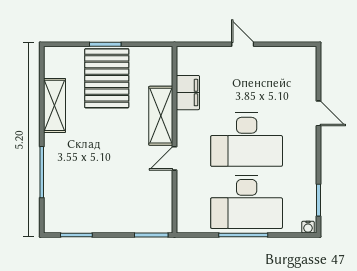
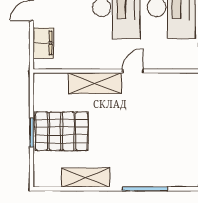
filing cabinet: (188, 93) -> (43, 43), moved, turned 90
door: (175, 158) -> (133, 71), swing flipped

